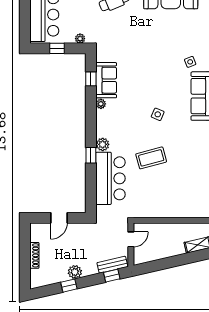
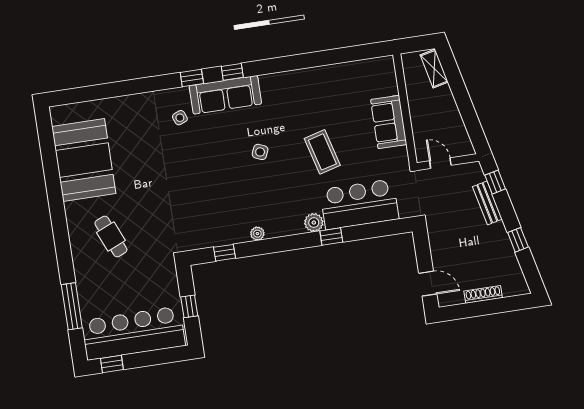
plant: (80, 39) -> (171, 276), removed
sofa: (106, 80) -> (389, 122), moved, turned -90
door: (59, 218) -> (428, 284), moved
bench: (112, 265) -> (487, 203), moved
plant: (75, 272) -> (498, 234), removed

